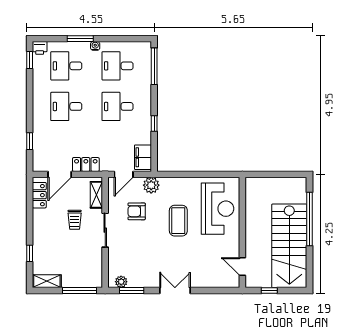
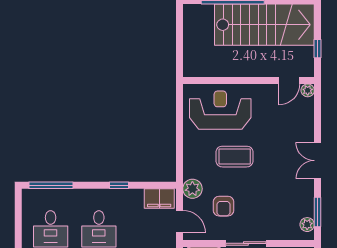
plant: (234, 282) -> (308, 90), added

